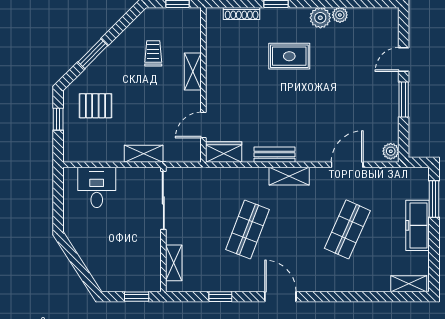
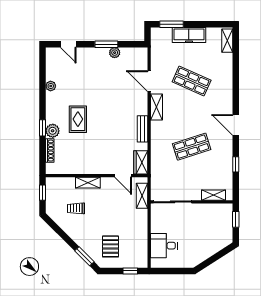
plant: (320, 18) -> (53, 131), moved
window: (93, 54) -> (84, 256), moved
door: (404, 60) -> (68, 44), moved
window: (58, 119) -> (130, 271), moved
plant: (391, 151) -> (115, 53), moved
shelving: (144, 154) -> (142, 196), moved
shelving: (289, 176) -> (157, 107), moved
shop shelf: (248, 229) -> (192, 147), turned -39
door: (280, 297) -> (236, 125), hinge flipped

